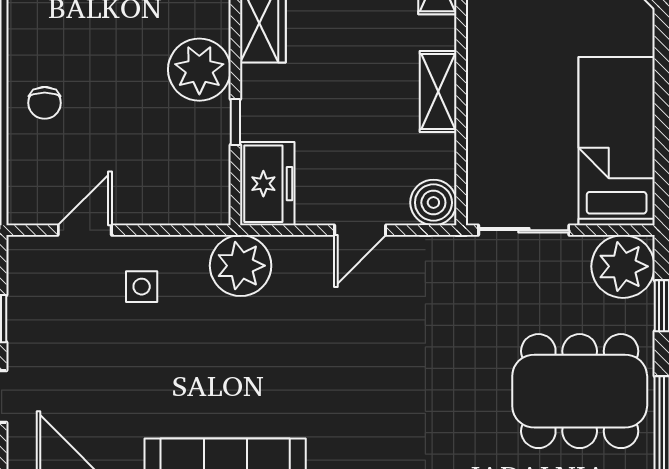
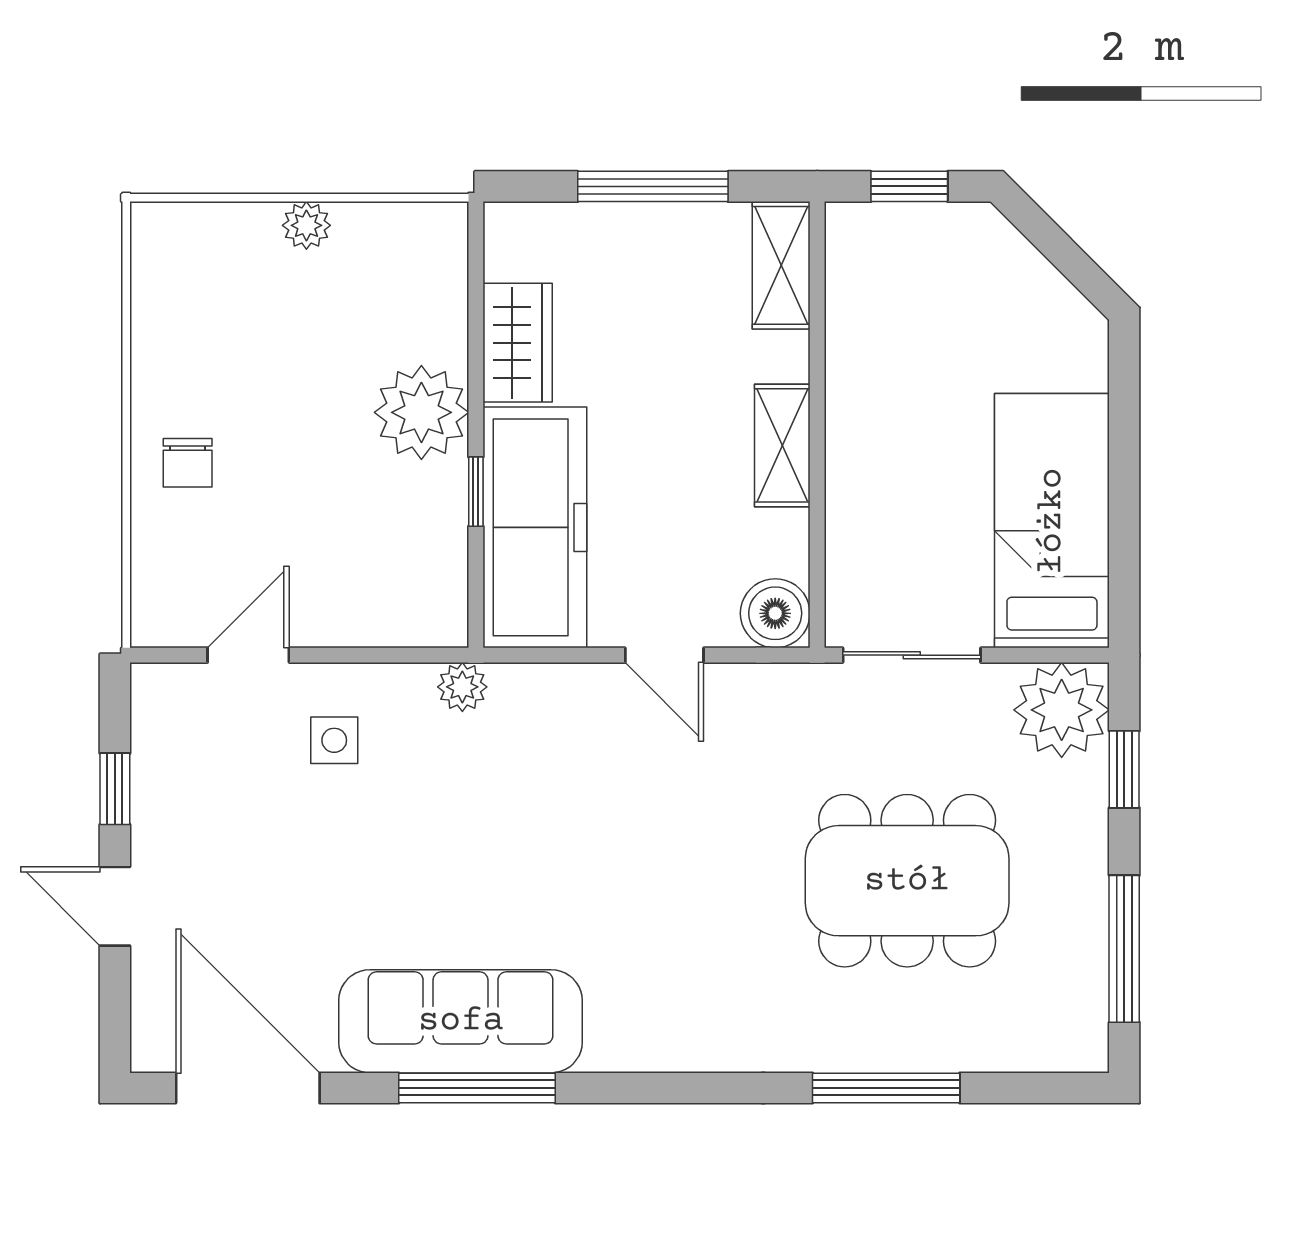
freezer: (267, 184) -> (535, 527), width x1.91, depth x1.26
door: (360, 230) -> (664, 655), hinge flipped
plant: (241, 266) -> (462, 687), width x0.53, depth x0.53
dining table: (580, 391) -> (907, 881), moved

